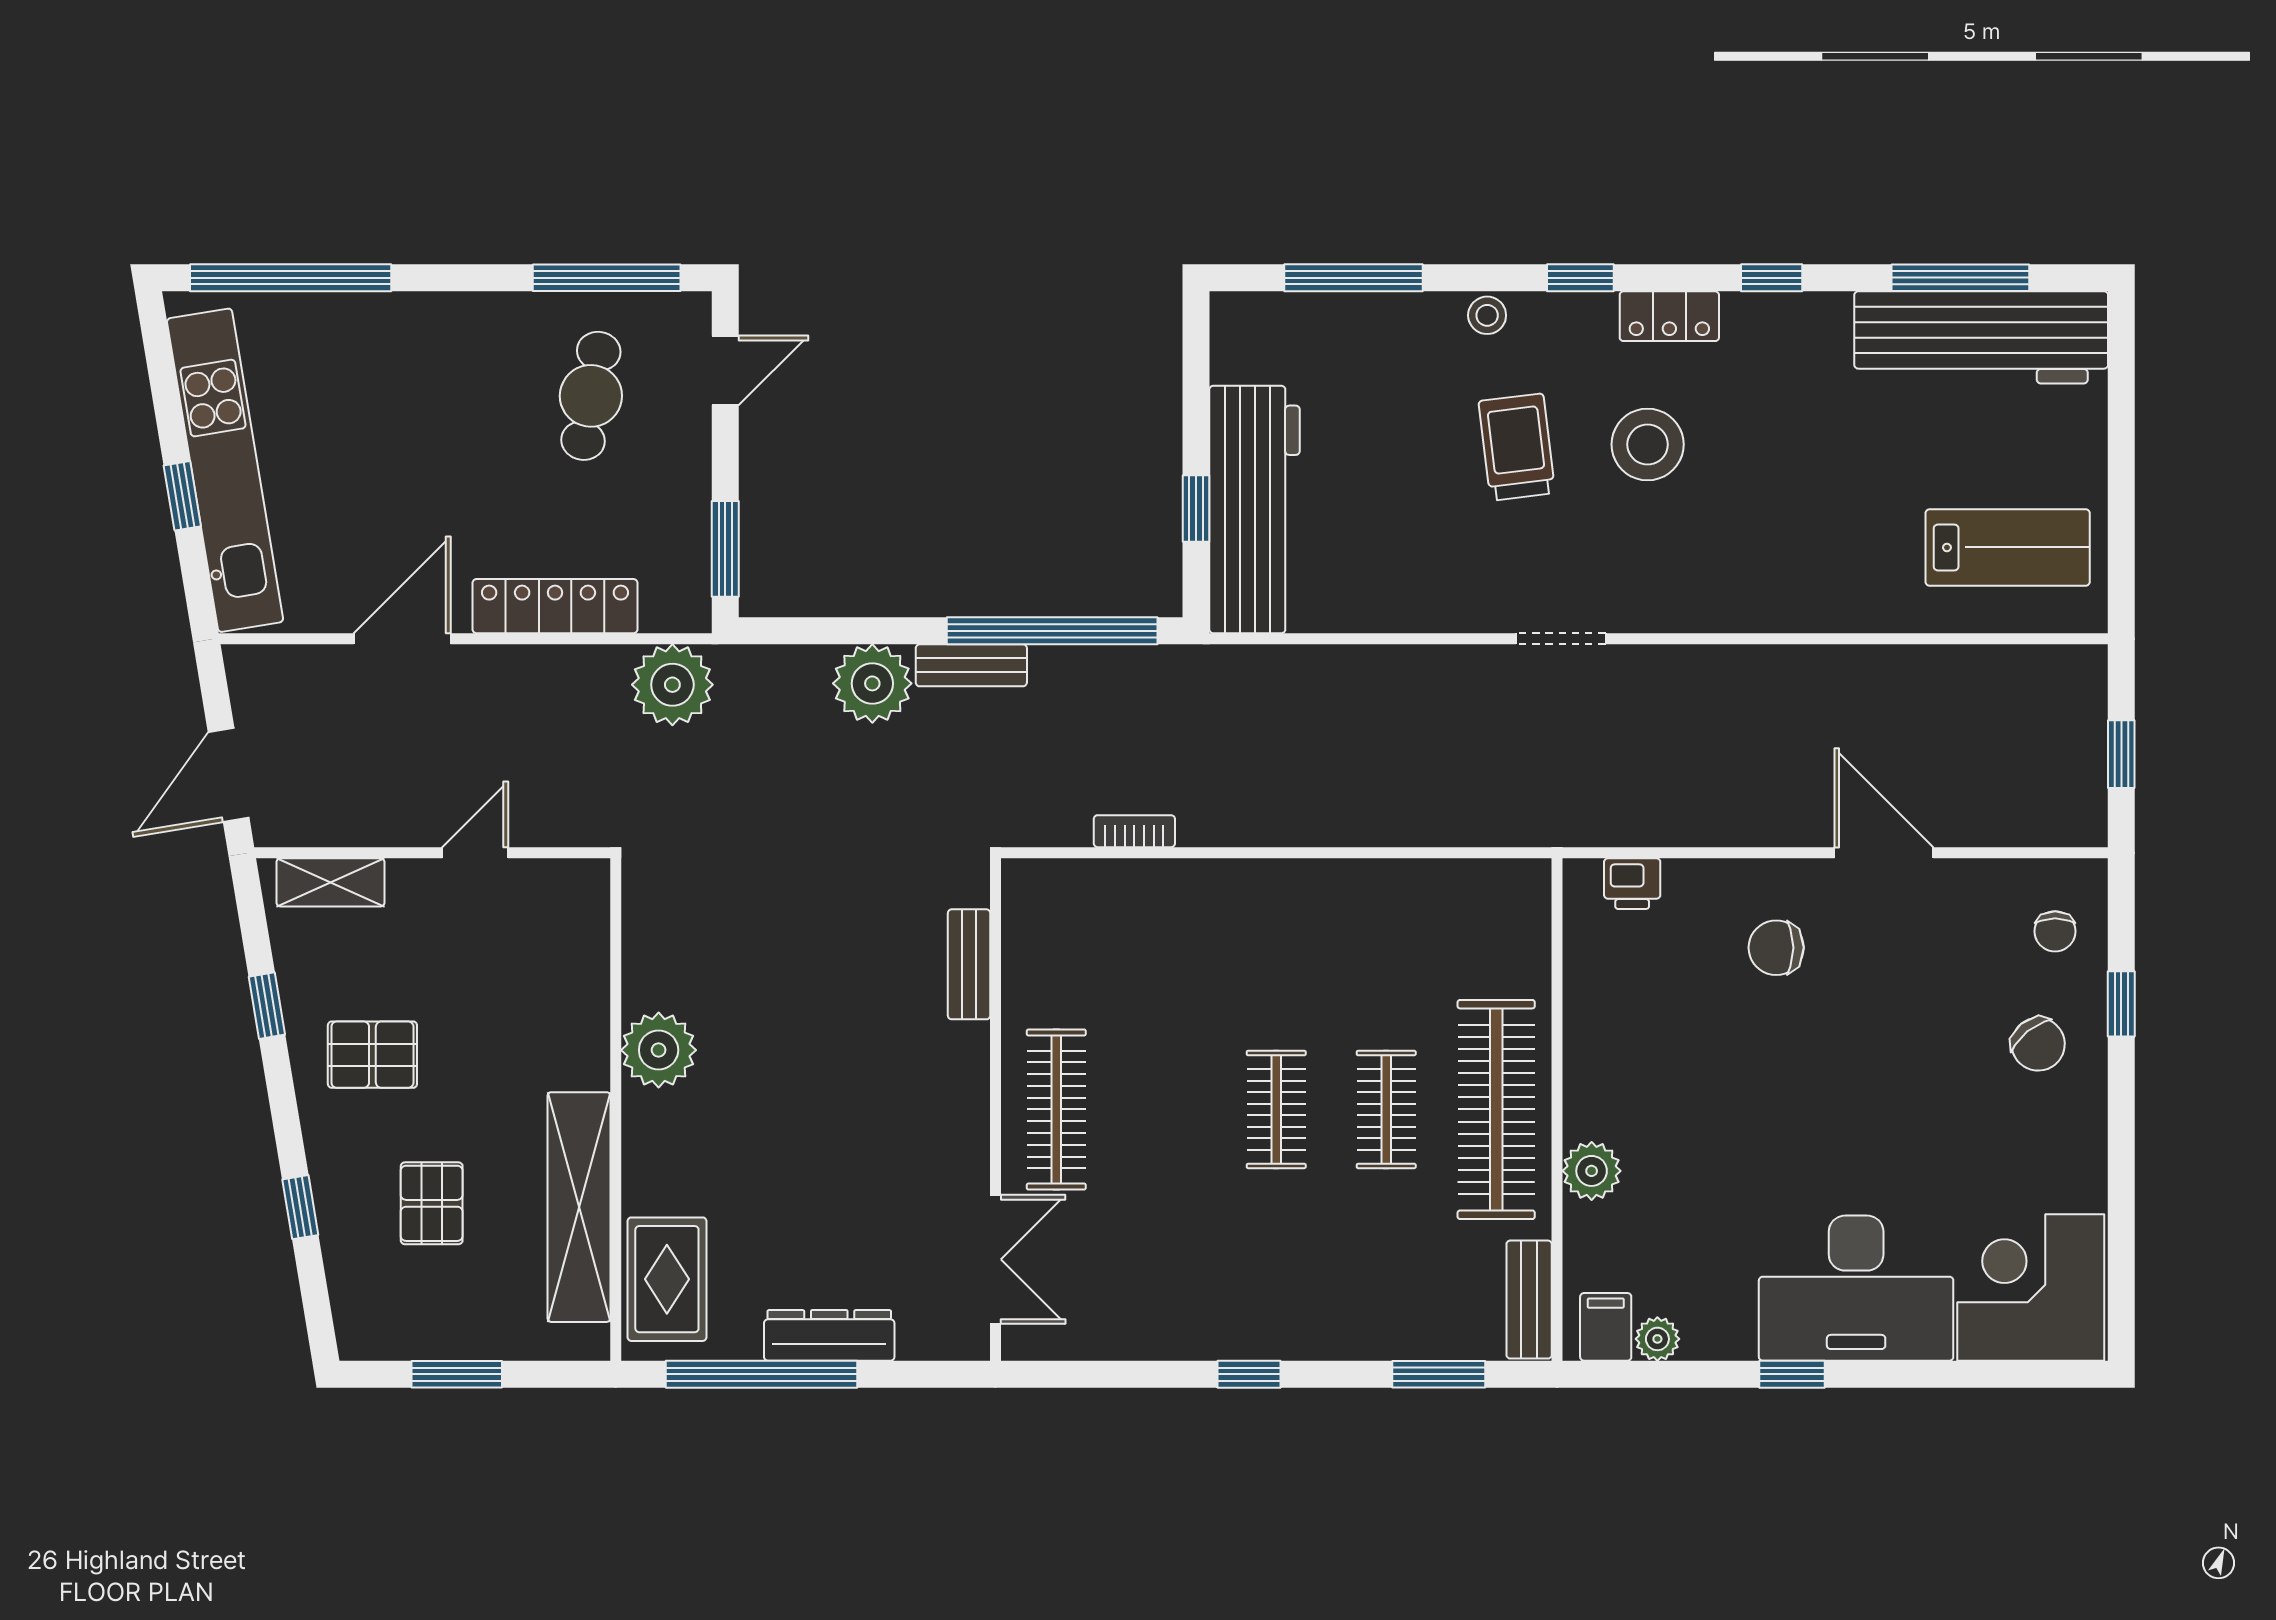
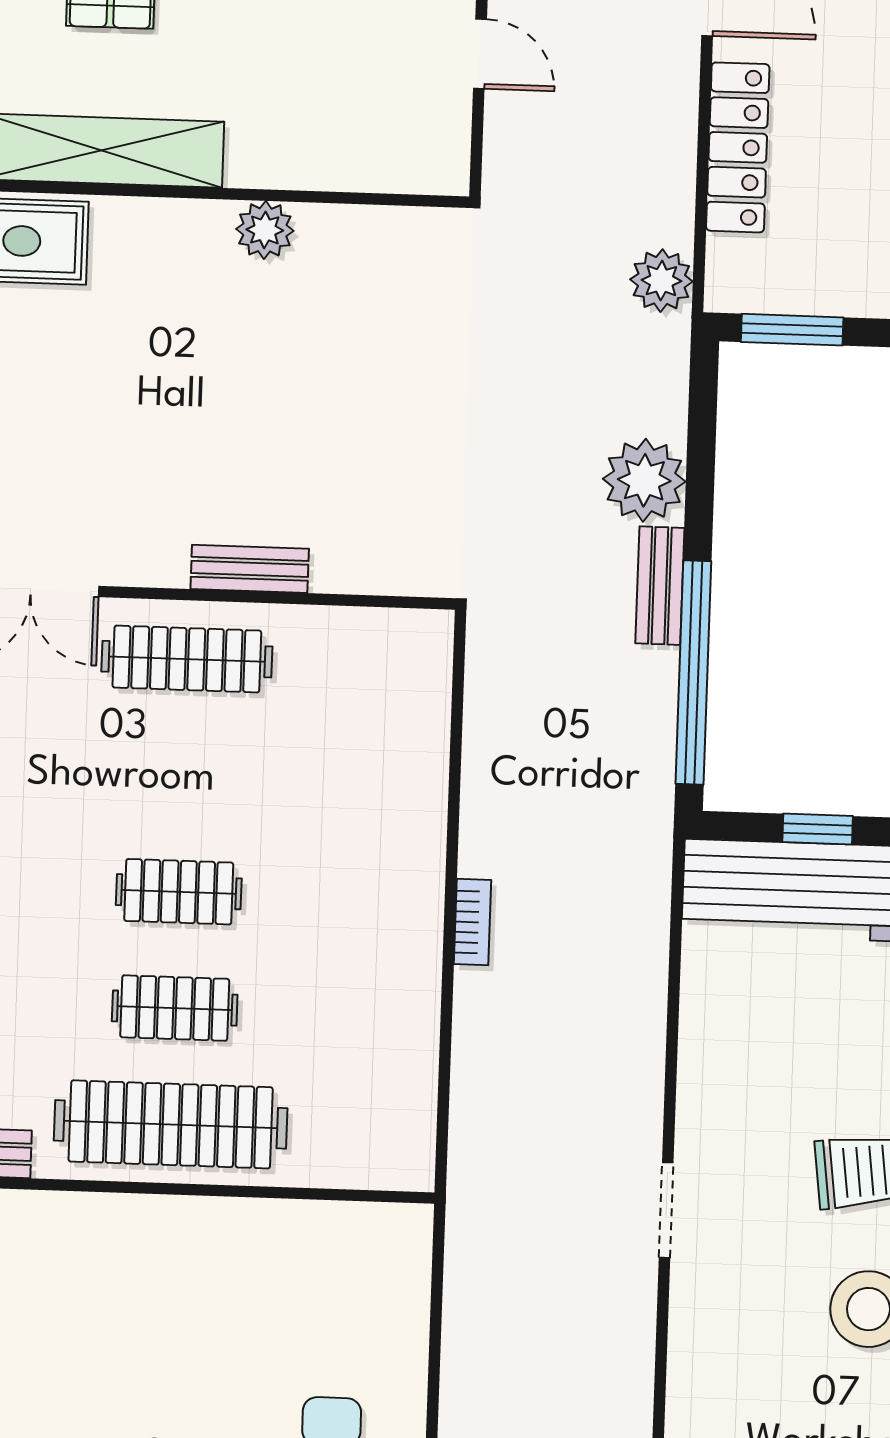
plant: (672, 685) -> (661, 281), width x0.73, depth x0.73
bookcase: (1134, 831) -> (472, 922), moved
printer: (1632, 884) -> (405, 1277), removed
bench: (969, 964) -> (250, 569), moved
plant: (659, 1050) -> (265, 230), width x0.73, depth x0.73
plant: (1592, 1171) -> (102, 1223), removed

